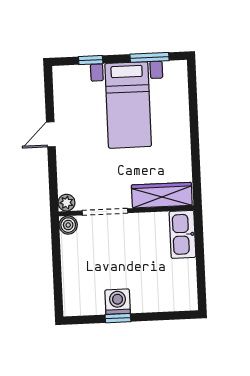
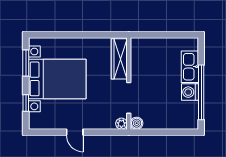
bed with nightstands: (128, 105) -> (57, 79), width x1.36
kitchen sink: (183, 234) -> (190, 67), moved, turned 90
window: (118, 318) -> (201, 92), width x3.17

